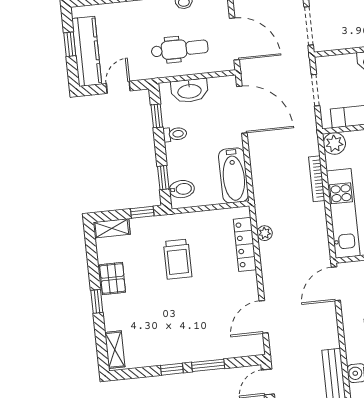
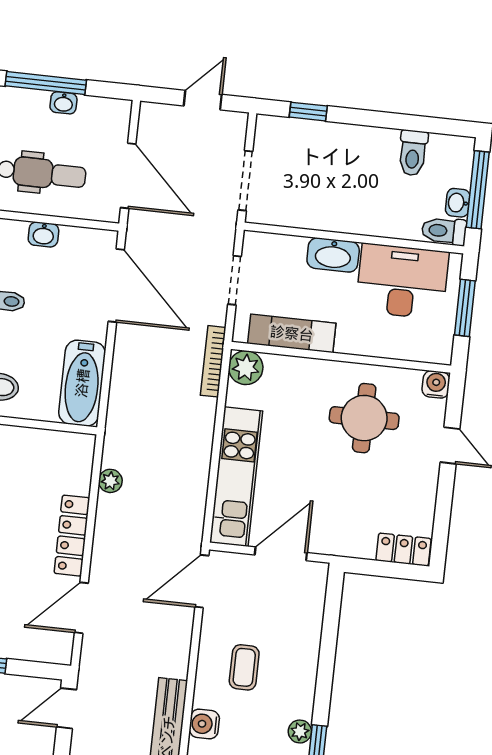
washbasin: (189, 91) -> (43, 234), width x0.52, depth x0.69
bookcase: (317, 179) -> (213, 361), moved
locker: (245, 244) -> (72, 536), moved

